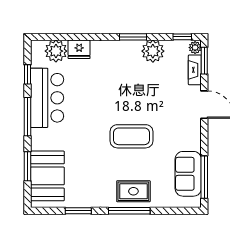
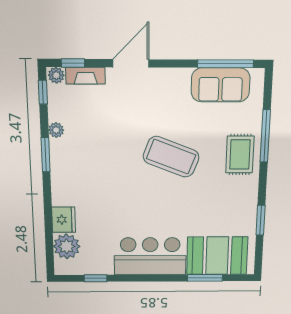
plant: (153, 51) -> (56, 130), width x0.53, depth x0.53
window: (204, 61) -> (73, 63), width x0.67
bar counter: (47, 98) -> (150, 256), moved
window: (27, 117) -> (146, 278), removed
coffee table: (132, 136) -> (171, 157), turned -69
window: (129, 211) -> (265, 136), moved

